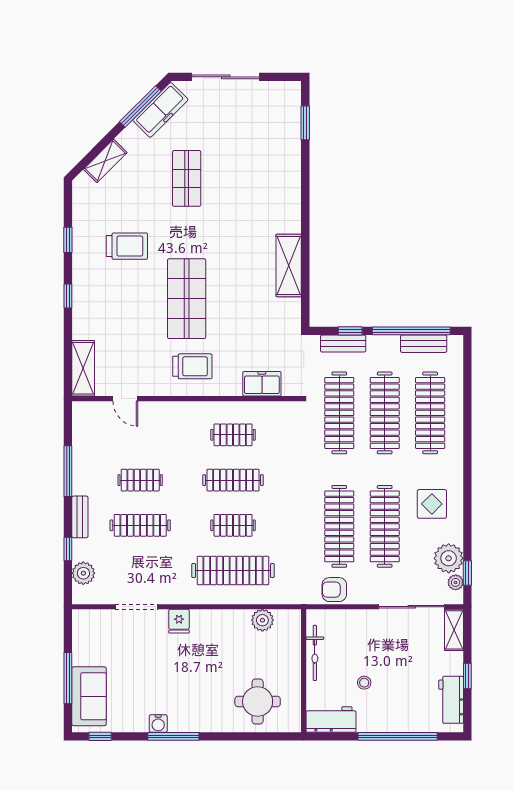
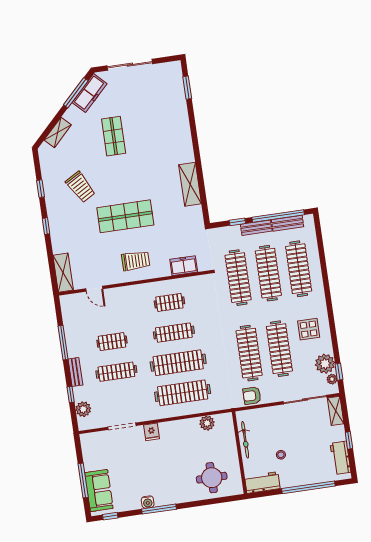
trolley: (127, 246) -> (80, 187), turned 60
shop shelf: (187, 299) -> (125, 216), turned 90
bench: (343, 344) -> (256, 228), moved
clothes rail: (233, 525) -> (178, 363), width x1.86, depth x1.31

